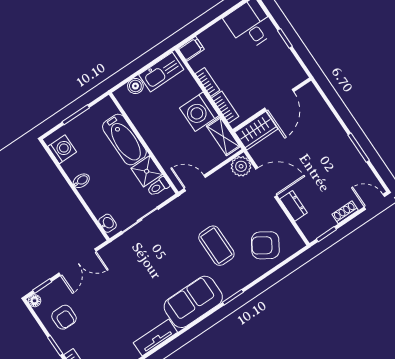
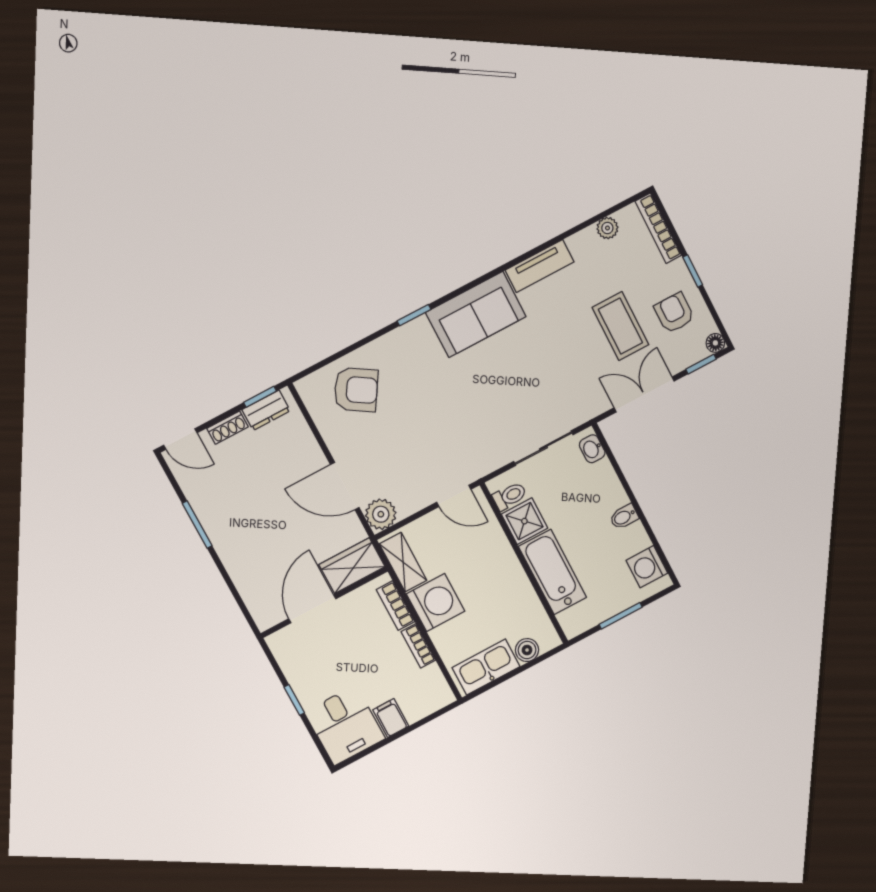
filing cabinet: (191, 49) -> (391, 718), moved, turned 90
dresser: (294, 206) -> (266, 410), moved, turned -90
coffee table: (216, 246) -> (620, 326), moved

